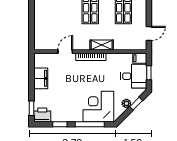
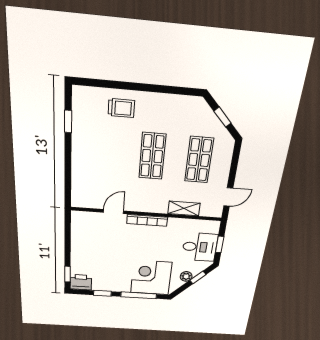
shelving: (102, 45) -> (184, 208), moved
filing cabinet: (140, 58) -> (211, 227), removed
filing cabinet: (41, 78) -> (80, 241), removed

